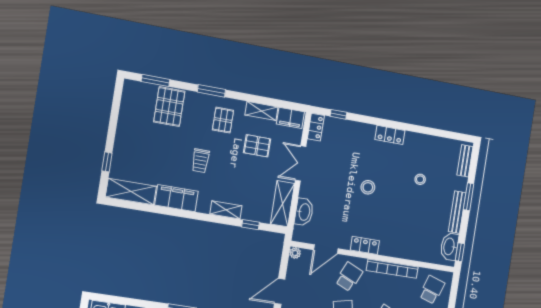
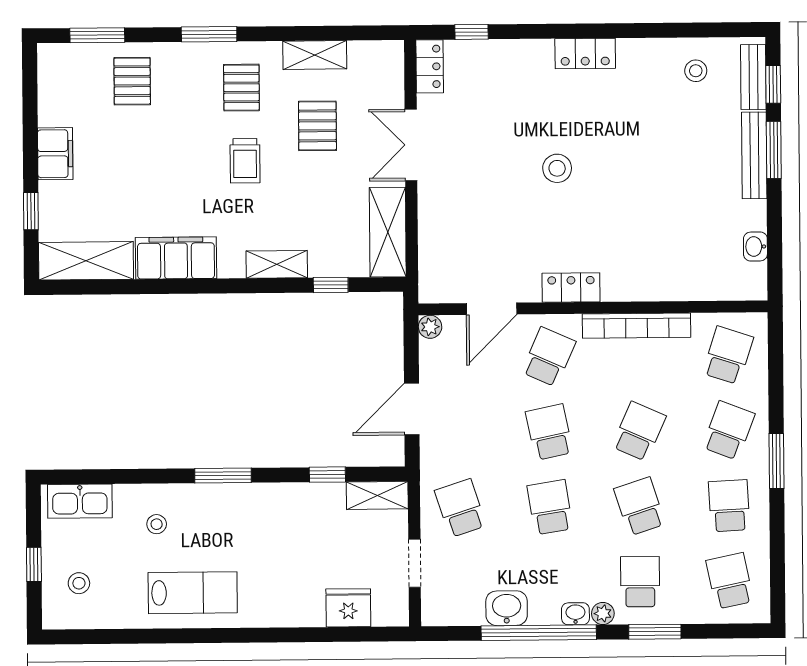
pallet: (169, 107) -> (132, 81), width x0.67, depth x0.71
filing cabinet: (290, 118) -> (55, 154), moved, turned -90
pallet: (257, 146) -> (317, 126), turned 90
trolley: (200, 161) -> (245, 161), moved
stool: (420, 179) -> (696, 71), moved
washbasin: (304, 212) -> (434, 241), removed
bench: (457, 212) -> (754, 155), moved
washbasin: (449, 247) -> (755, 247), width x0.52, depth x0.69
window: (460, 252) -> (773, 84), moved

